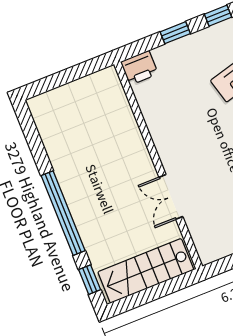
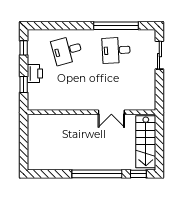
window: (175, 33) -> (24, 85), moved
printer: (139, 68) -> (35, 73), moved

